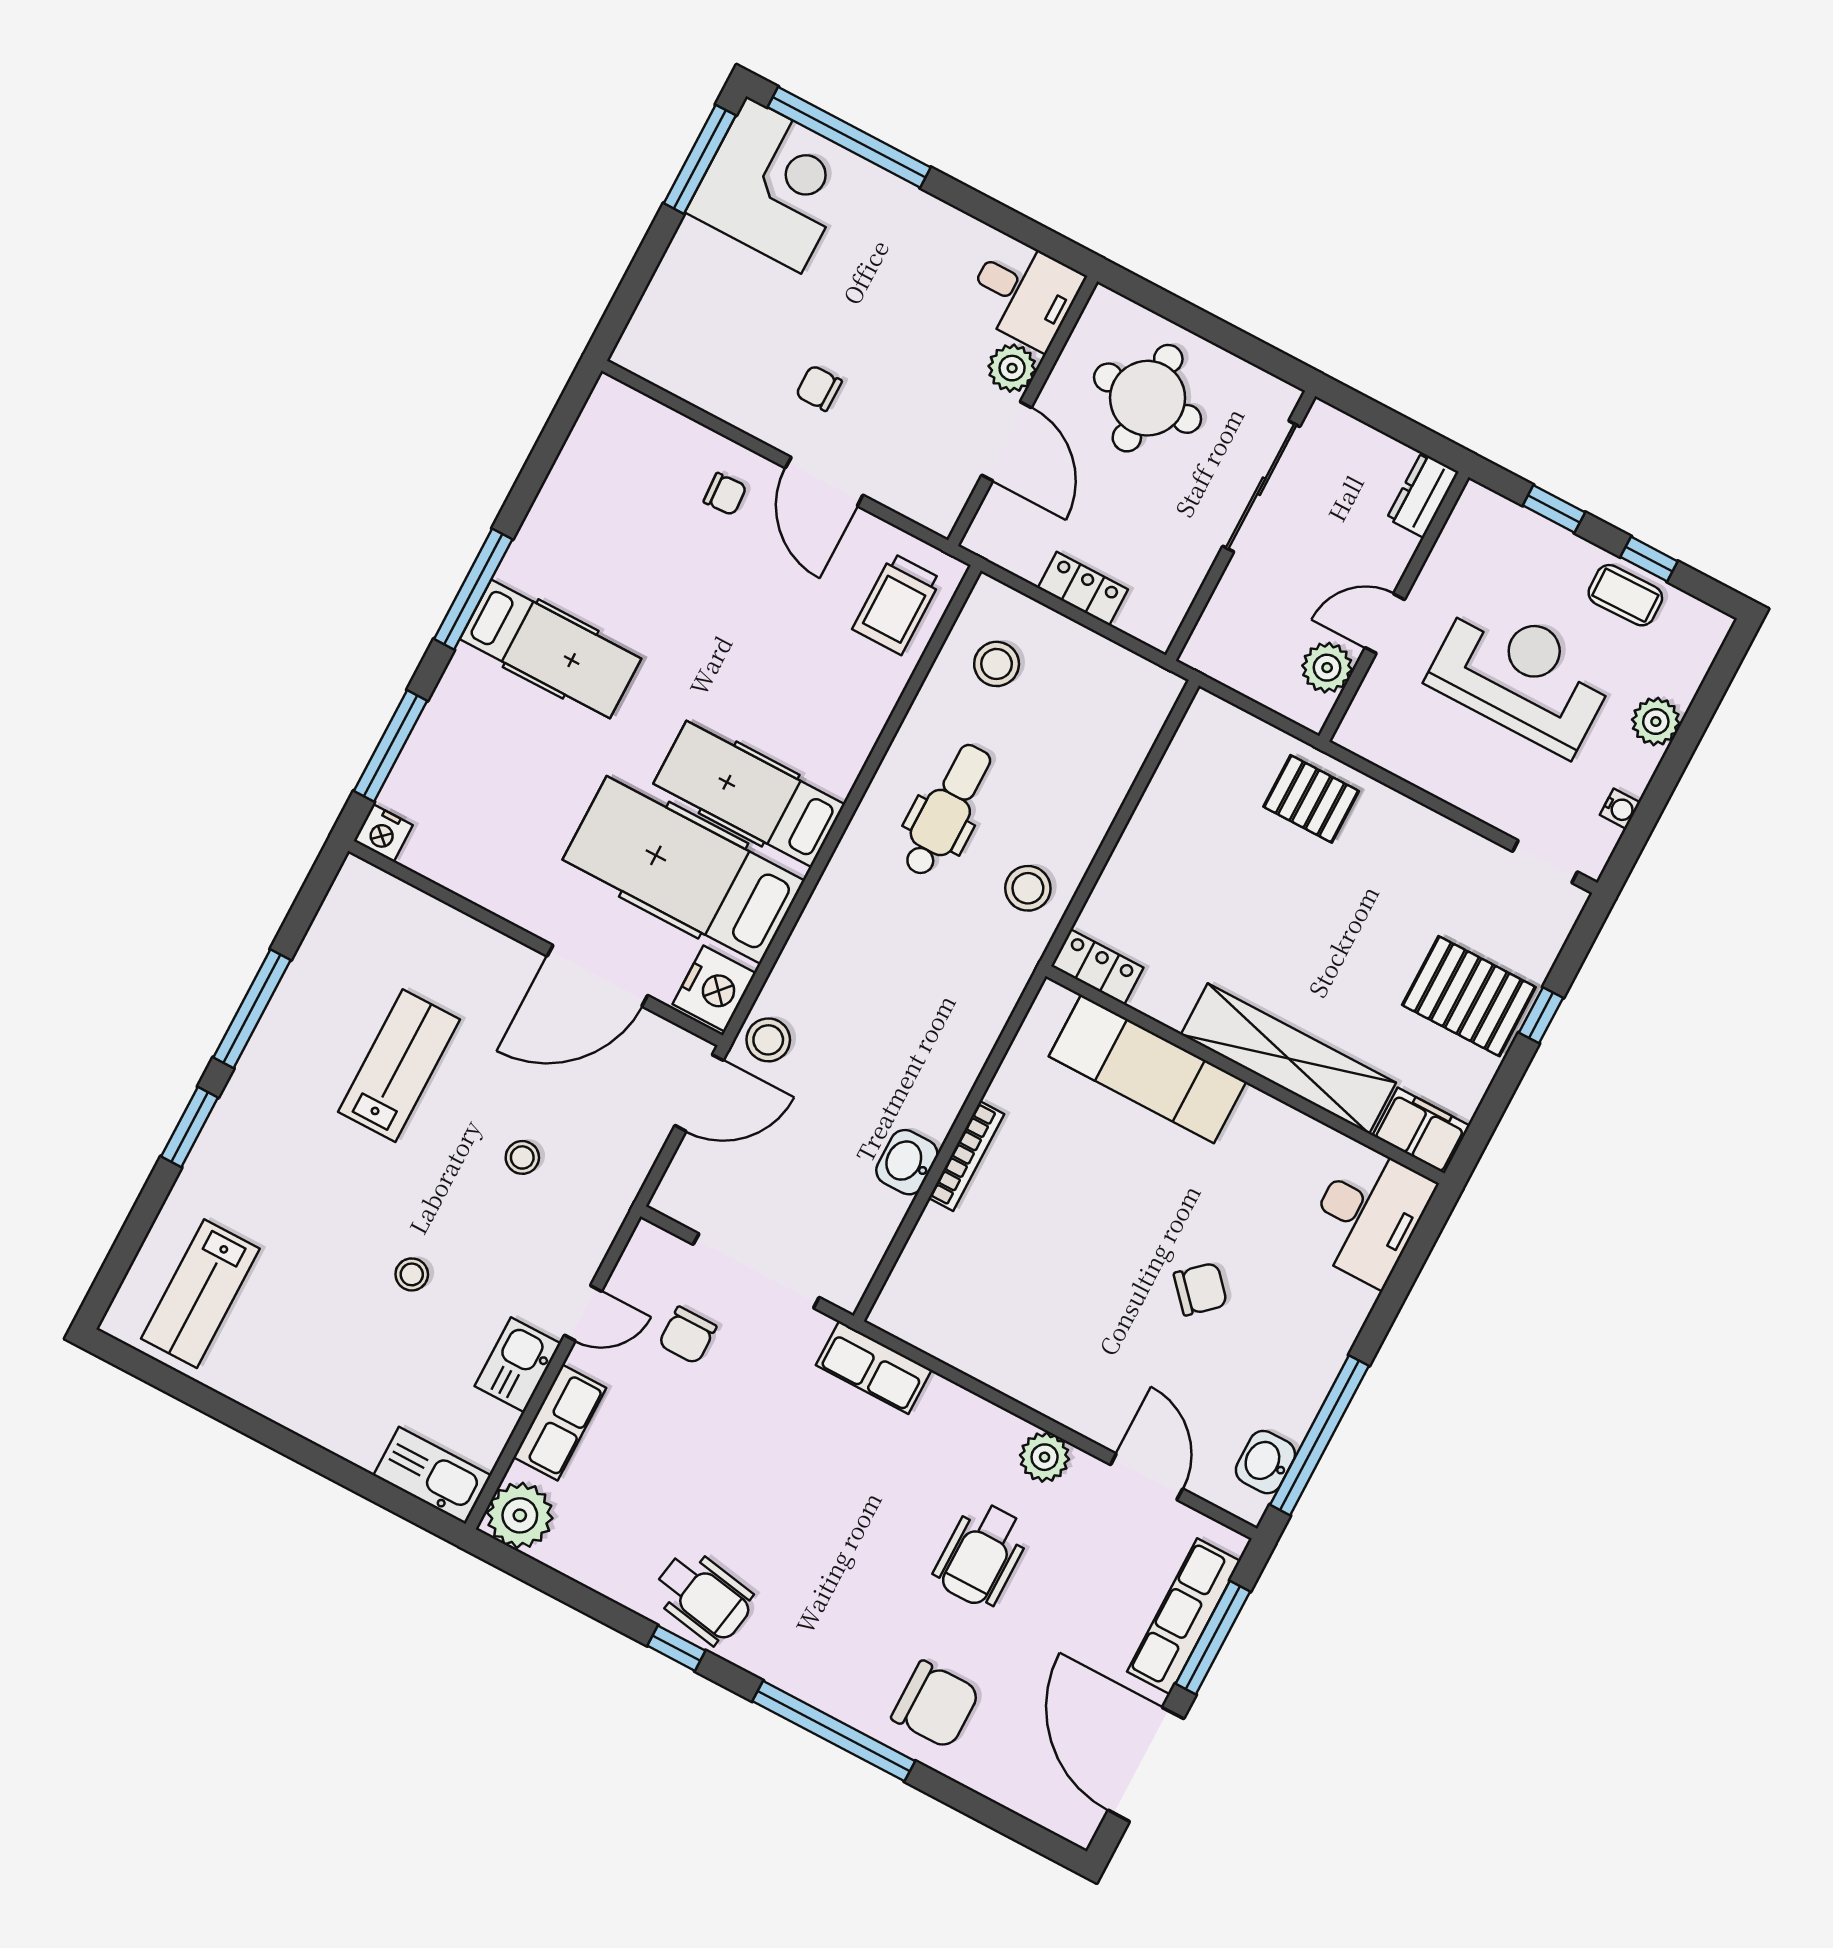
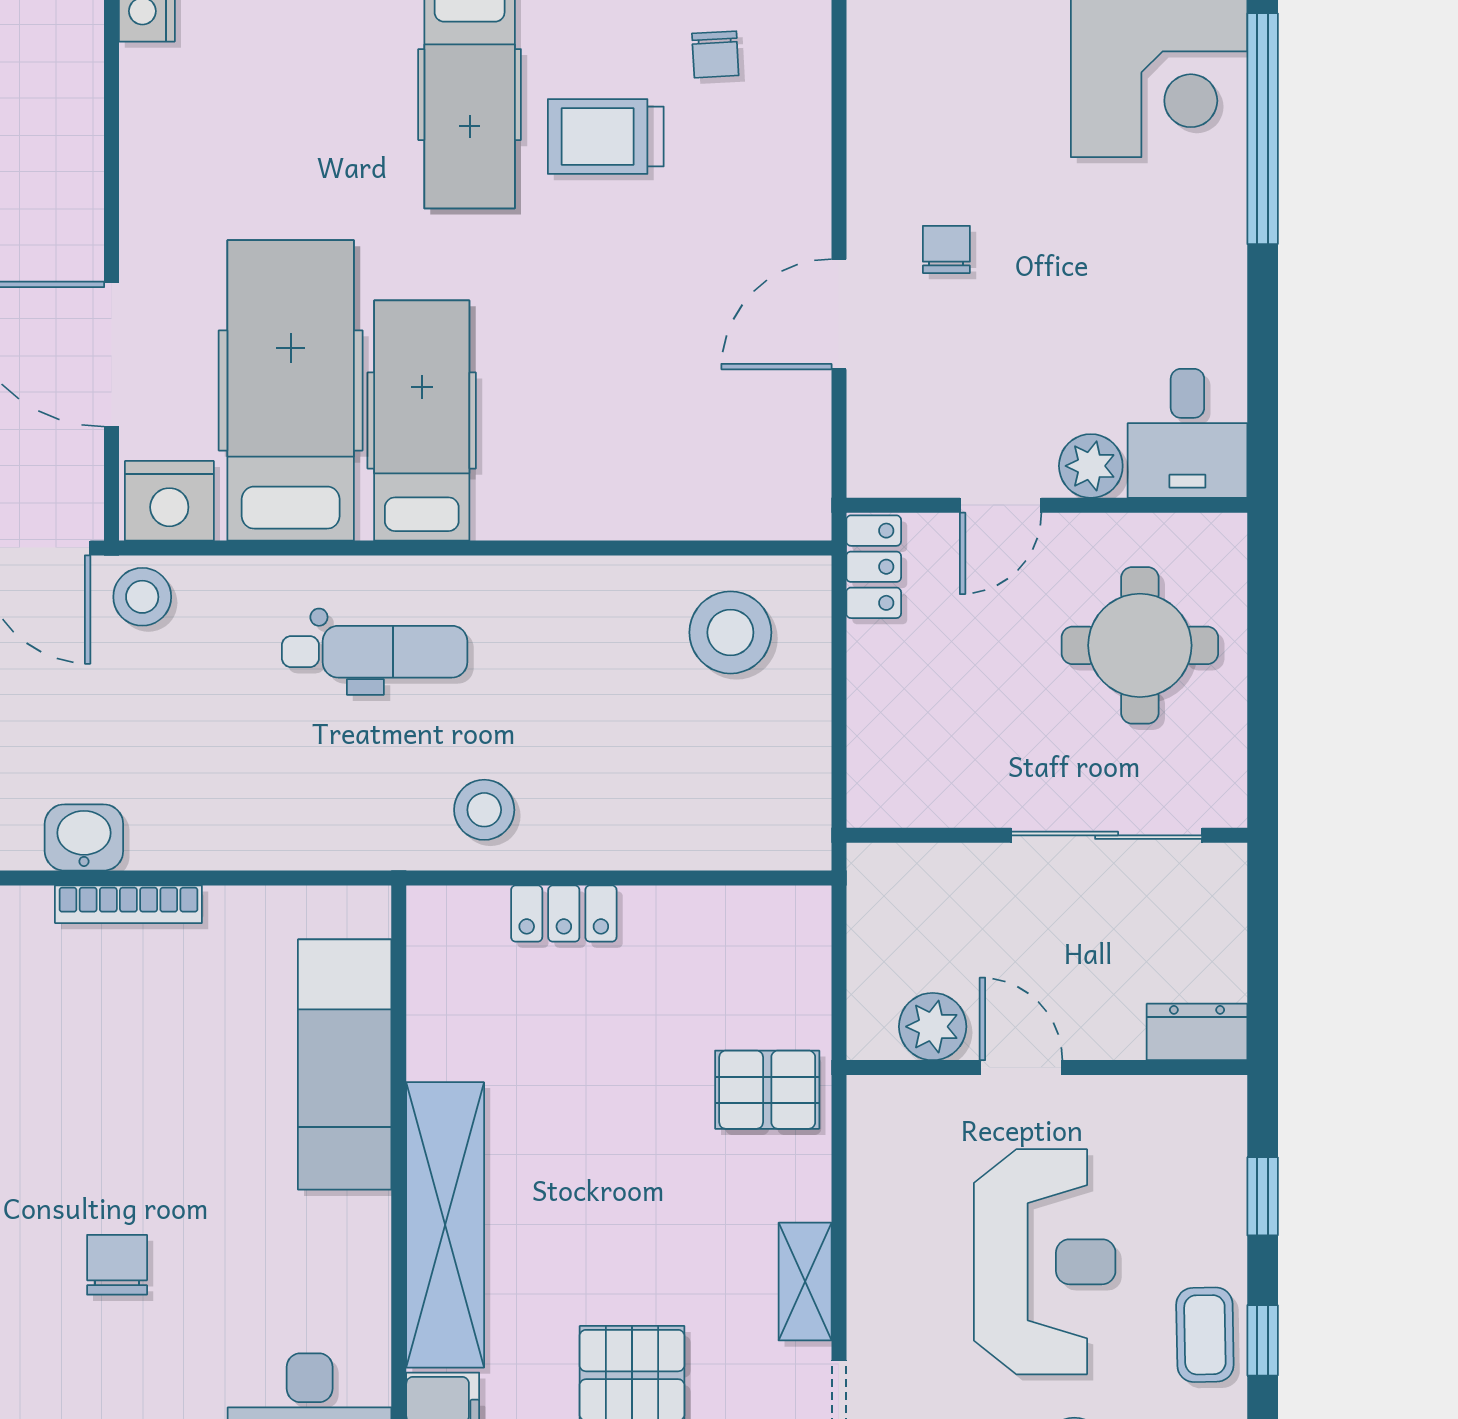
door: (1007, 441) -> (1001, 505), width x0.73
chair: (725, 494) -> (715, 54), moved
locker: (1083, 589) -> (874, 567), moved
trolley: (897, 604) -> (606, 136), moved
stool: (997, 664) -> (730, 632), width x1.38, depth x1.38
pallet: (1311, 799) -> (767, 1090), turned 90
dental chair: (947, 810) -> (375, 652), moved
shelving: (1451, 841) -> (805, 1282), added
locker: (1097, 967) -> (564, 914), moved, turned 90
chair: (1200, 1289) -> (117, 1265), turned -138

